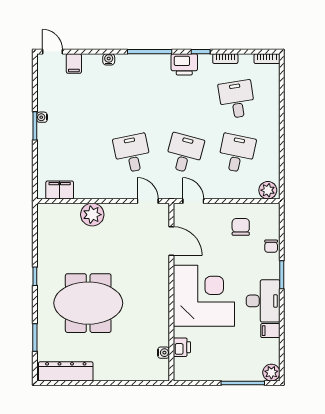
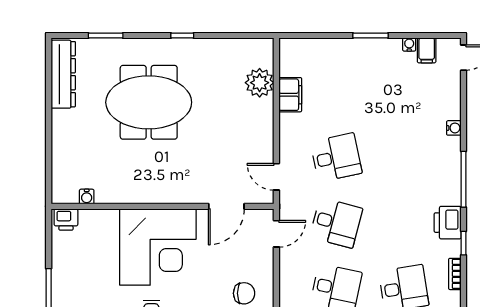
filing cabinet: (74, 63) -> (427, 50), moved, turned -90
water cooler: (42, 117) -> (409, 45), moved
filing cabinet: (60, 190) -> (290, 95), moved
door: (148, 201) -> (276, 177), swing flipped
plant: (92, 215) -> (260, 83), moved
meeting table: (88, 303) -> (149, 102), turned 90
printer: (182, 347) -> (66, 219), moved

